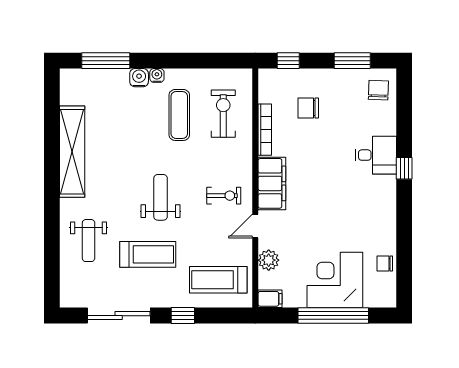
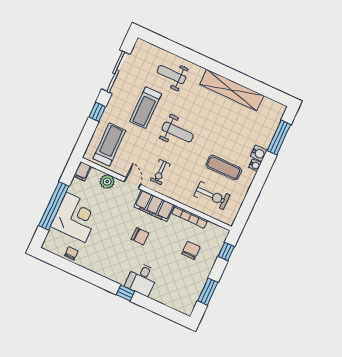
chair: (378, 90) -> (140, 236), moved

